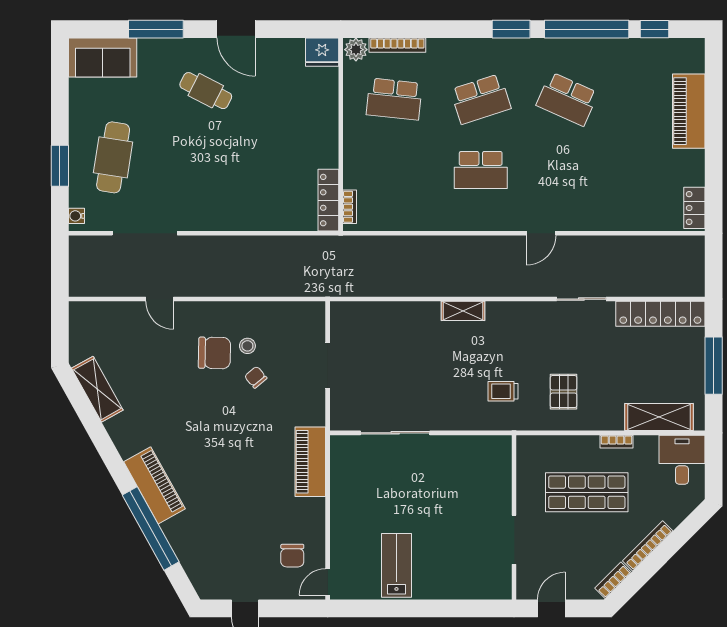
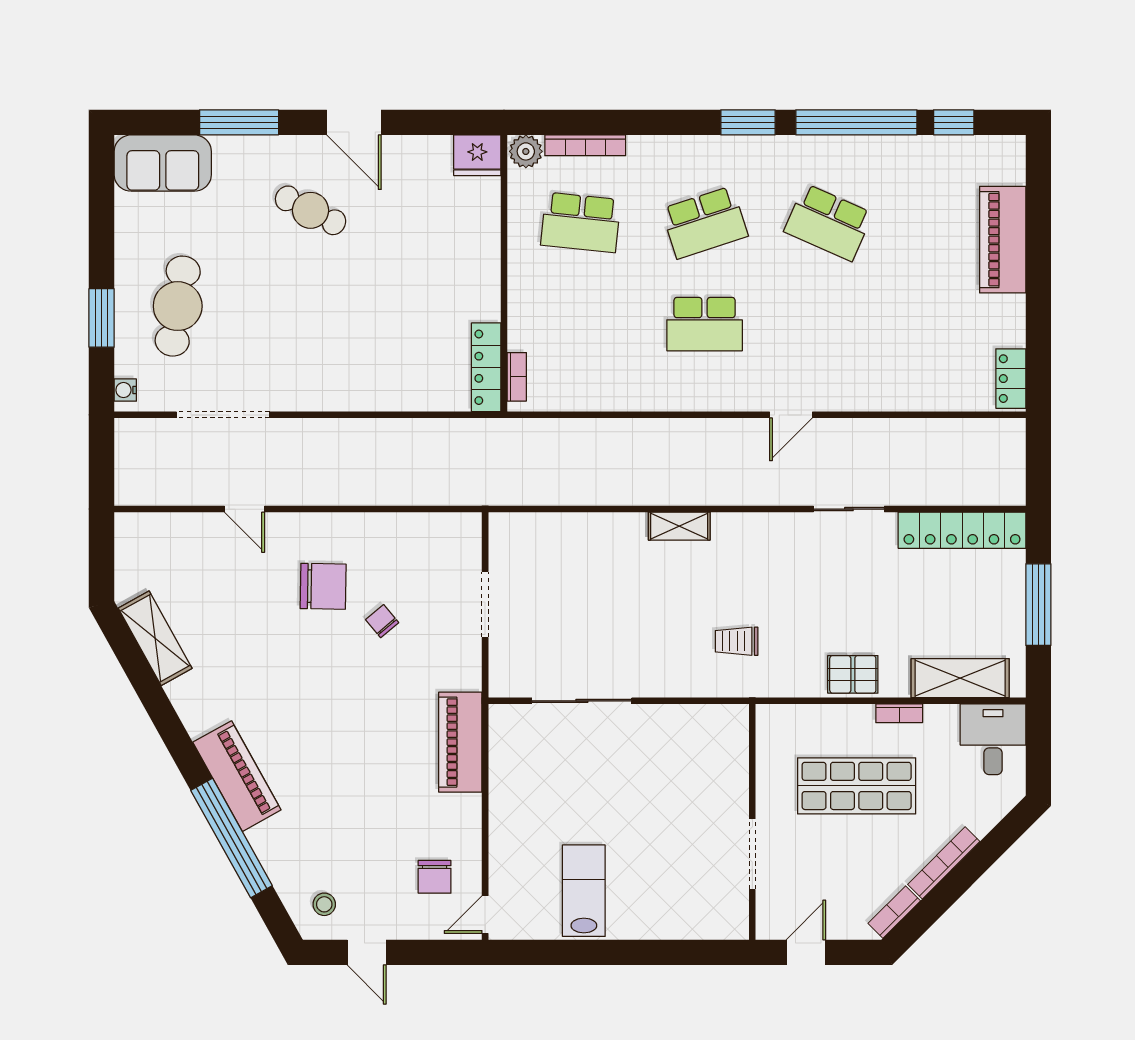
stool: (247, 346) -> (324, 904), moved
pallet: (564, 392) -> (853, 674), moved, turned 90

